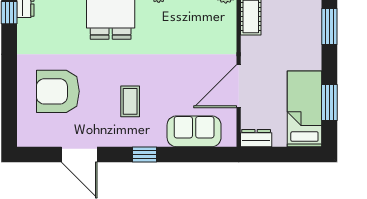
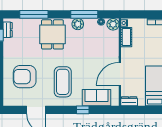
coffee table: (130, 101) -> (63, 82), width x1.86, depth x1.72
window: (145, 155) -> (83, 110), moved

